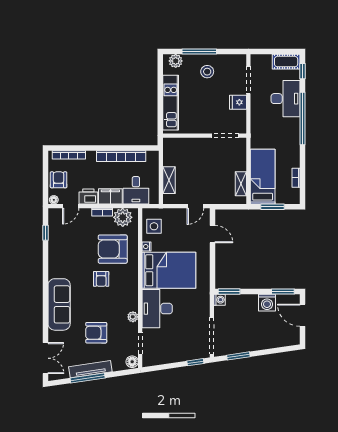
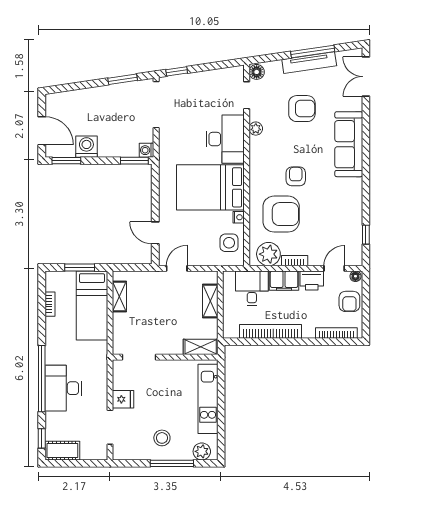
desk: (285, 99) -> (63, 388), moved
shelving: (177, 144) -> (201, 347), added

